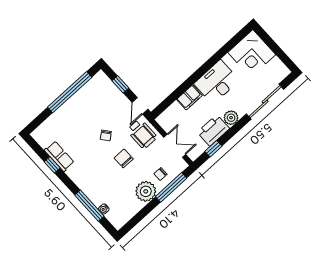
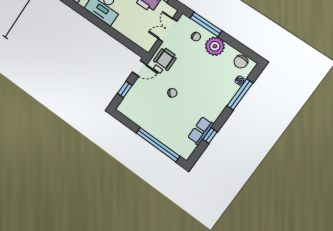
window: (70, 92) -> (158, 145), moved
filing cabinet: (189, 97) -> (122, 27), removed
chair: (124, 158) -> (241, 62), moved

